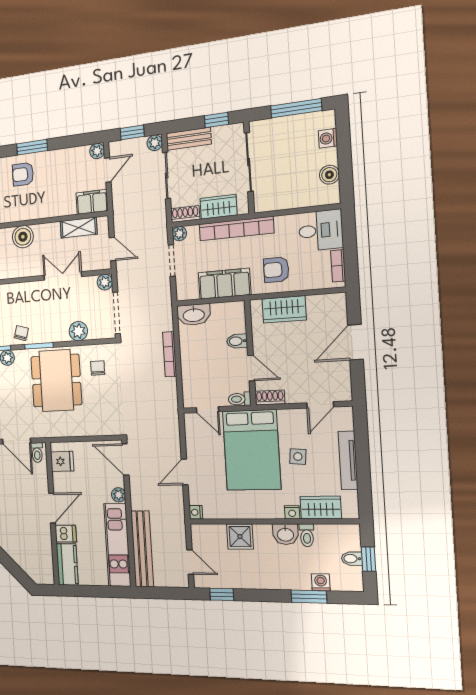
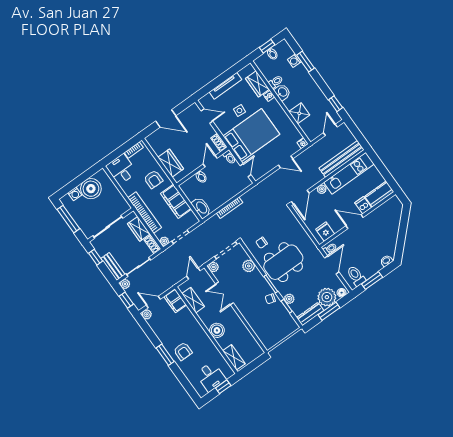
boiler: (329, 175) -> (91, 189), width x1.86, depth x1.86

